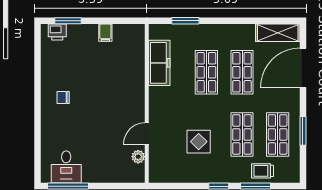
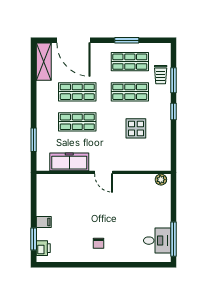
filing cabinet: (105, 33) -> (44, 222), moved
door: (147, 134) -> (104, 172), moved
plant: (138, 157) -> (161, 180), moved

